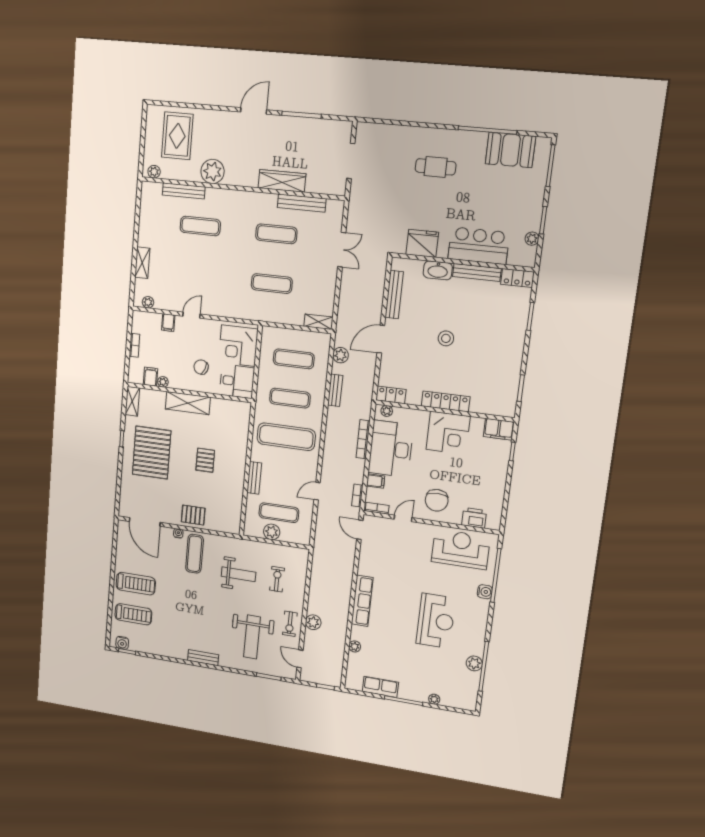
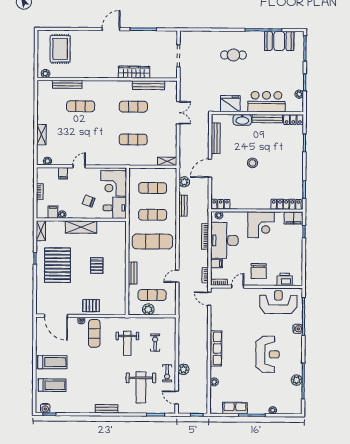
plant: (213, 171) -> (86, 70), removed
locker: (446, 401) -> (286, 204), moved
weight bench: (239, 574) -> (127, 343), turned 90

